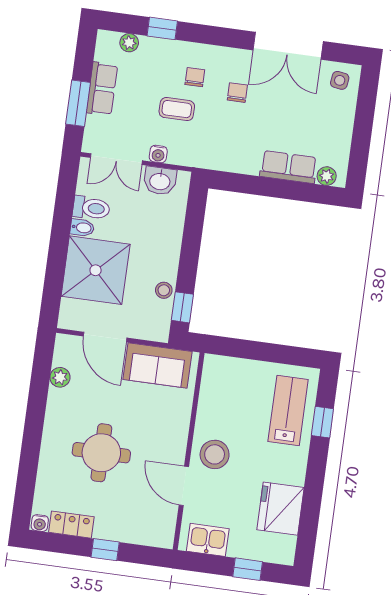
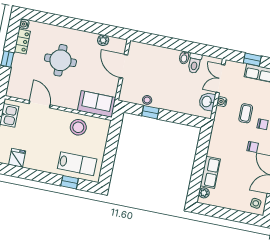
window: (78, 103) -> (252, 60), width x0.67
shower: (96, 270) -> (160, 63), removed
window: (182, 307) -> (150, 112), moved
door: (105, 337) -> (124, 66), hinge flipped
sofa: (158, 365) -> (97, 104), moved, turned 90
stool: (215, 454) -> (78, 127), moved
door: (184, 486) -> (40, 104), hinge flipped
fridge: (280, 509) -> (17, 158), width x0.53, depth x0.75

